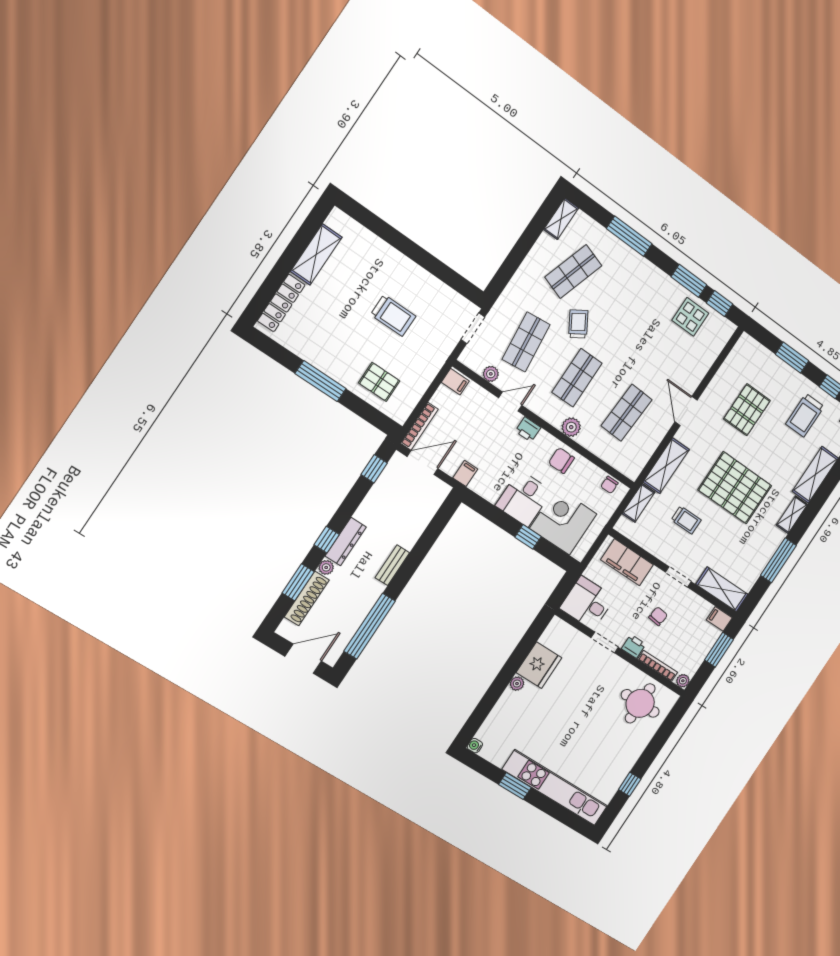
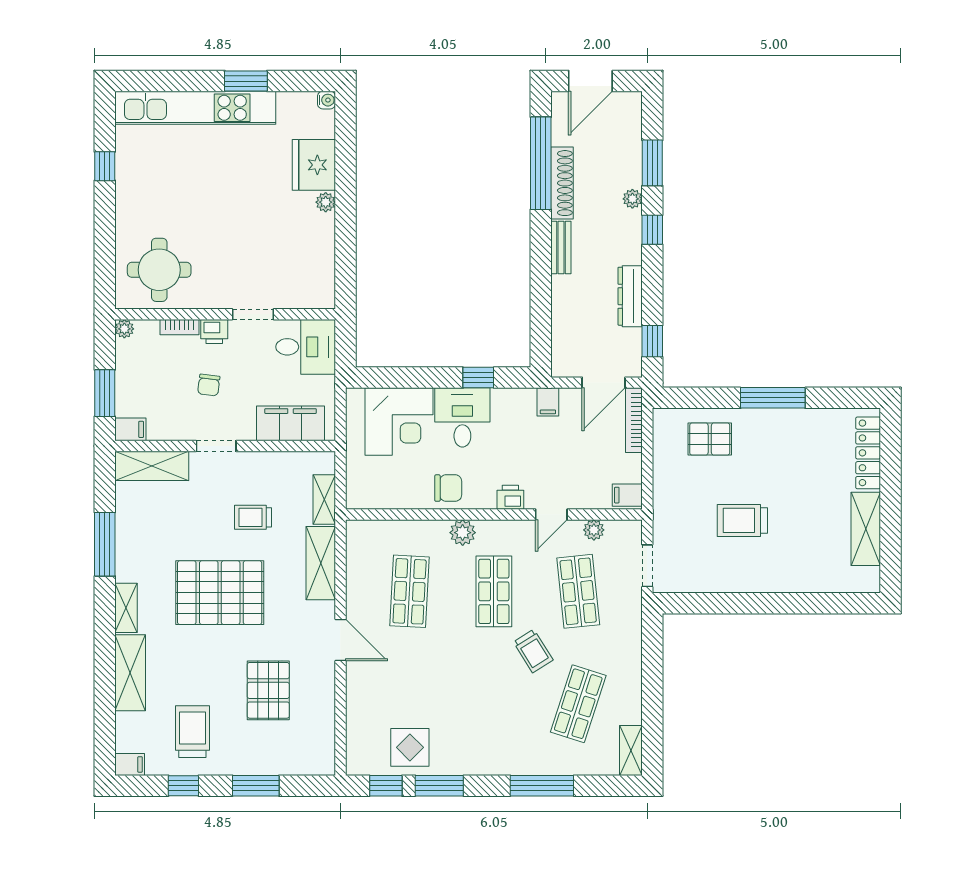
chair: (609, 485) -> (373, 498), removed
window: (528, 537) -> (478, 378), moved
dresser: (346, 541) -> (630, 296), moved
shoe rack: (307, 598) -> (562, 183), moved, turned 180
fridge: (539, 665) -> (314, 165), moved
bookcase: (658, 666) -> (179, 327), width x0.64

